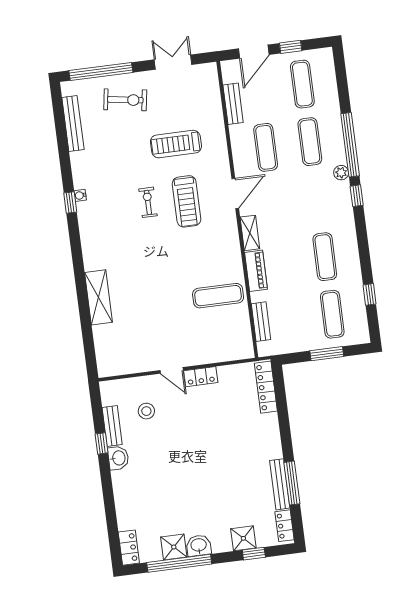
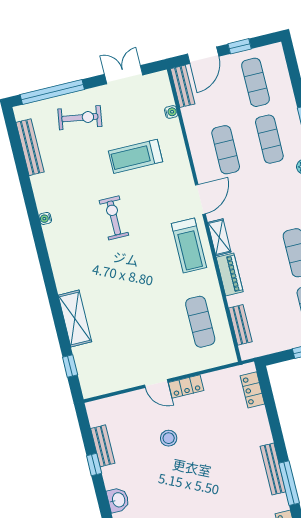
water cooler: (216, 104) -> (171, 112), added
bench: (233, 104) -> (183, 86), moved
treadmill: (187, 201) -> (189, 245), moved
window: (70, 202) -> (70, 366), moved
exercise bike: (148, 202) -> (114, 218), width x1.38, depth x1.39
exercise mat: (218, 296) -> (200, 322), moved, turned 90
locker: (266, 387) -> (252, 390), width x0.66
stool: (146, 411) -> (169, 438), moved
washbasin: (118, 458) -> (118, 500), moved
bench: (280, 484) -> (273, 469), moved

